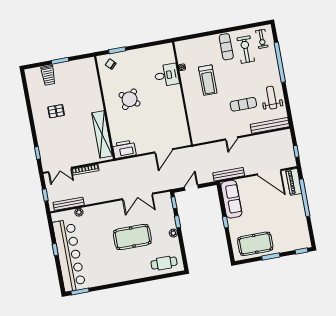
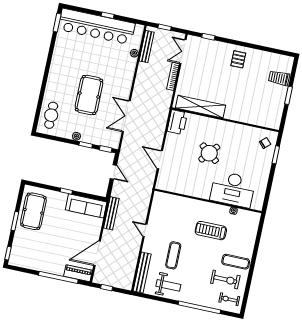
desk: (167, 75) -> (233, 189), width x1.87, depth x1.30
round table: (130, 99) -> (209, 153), moved
pallet: (56, 111) -> (238, 59), moved

